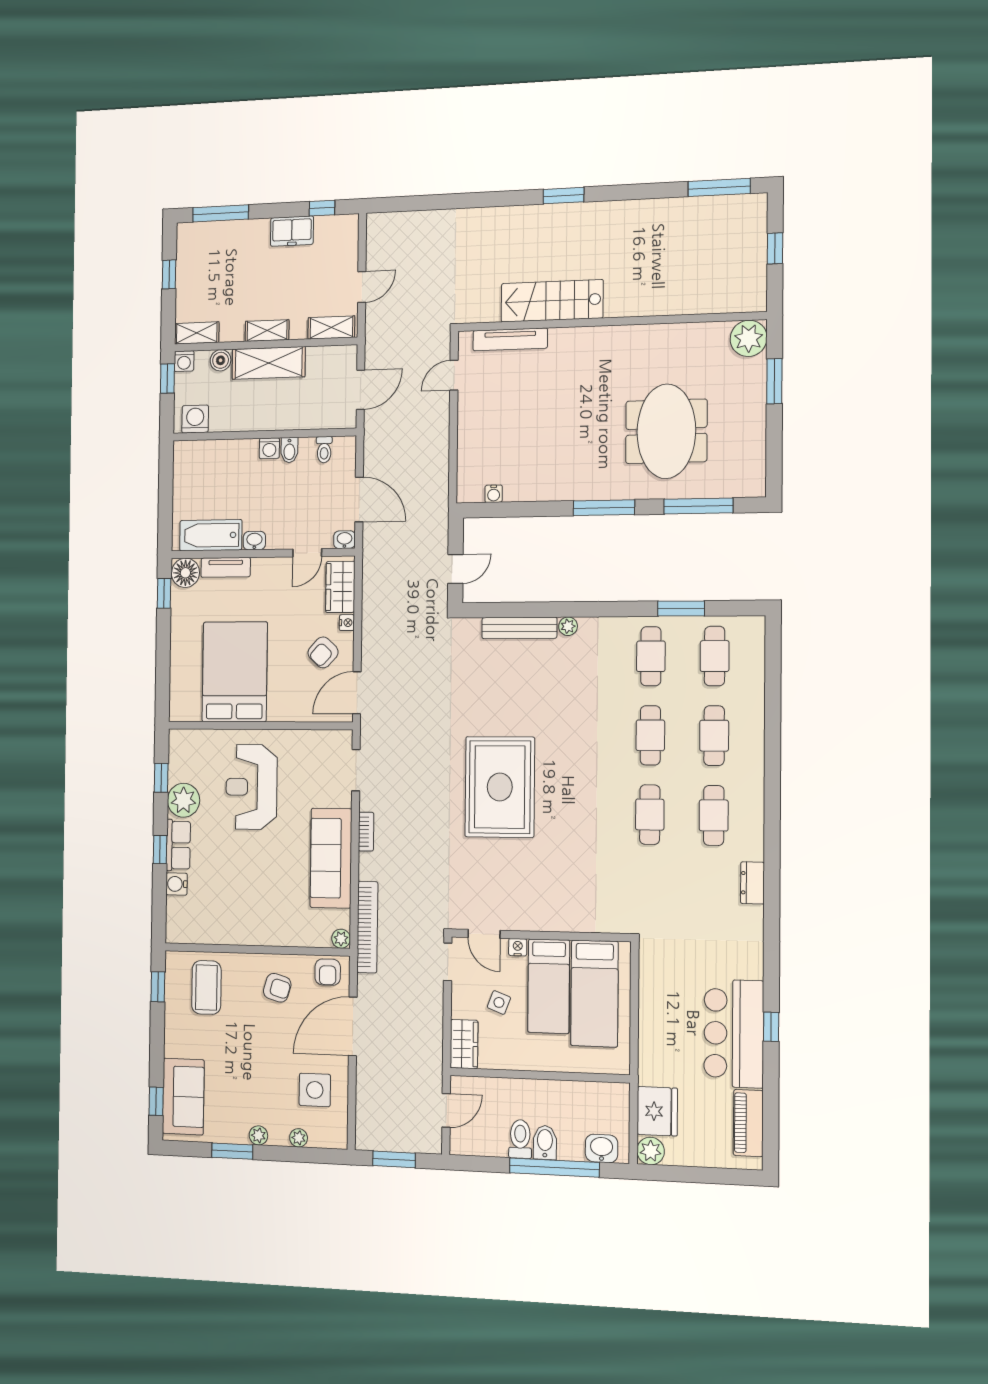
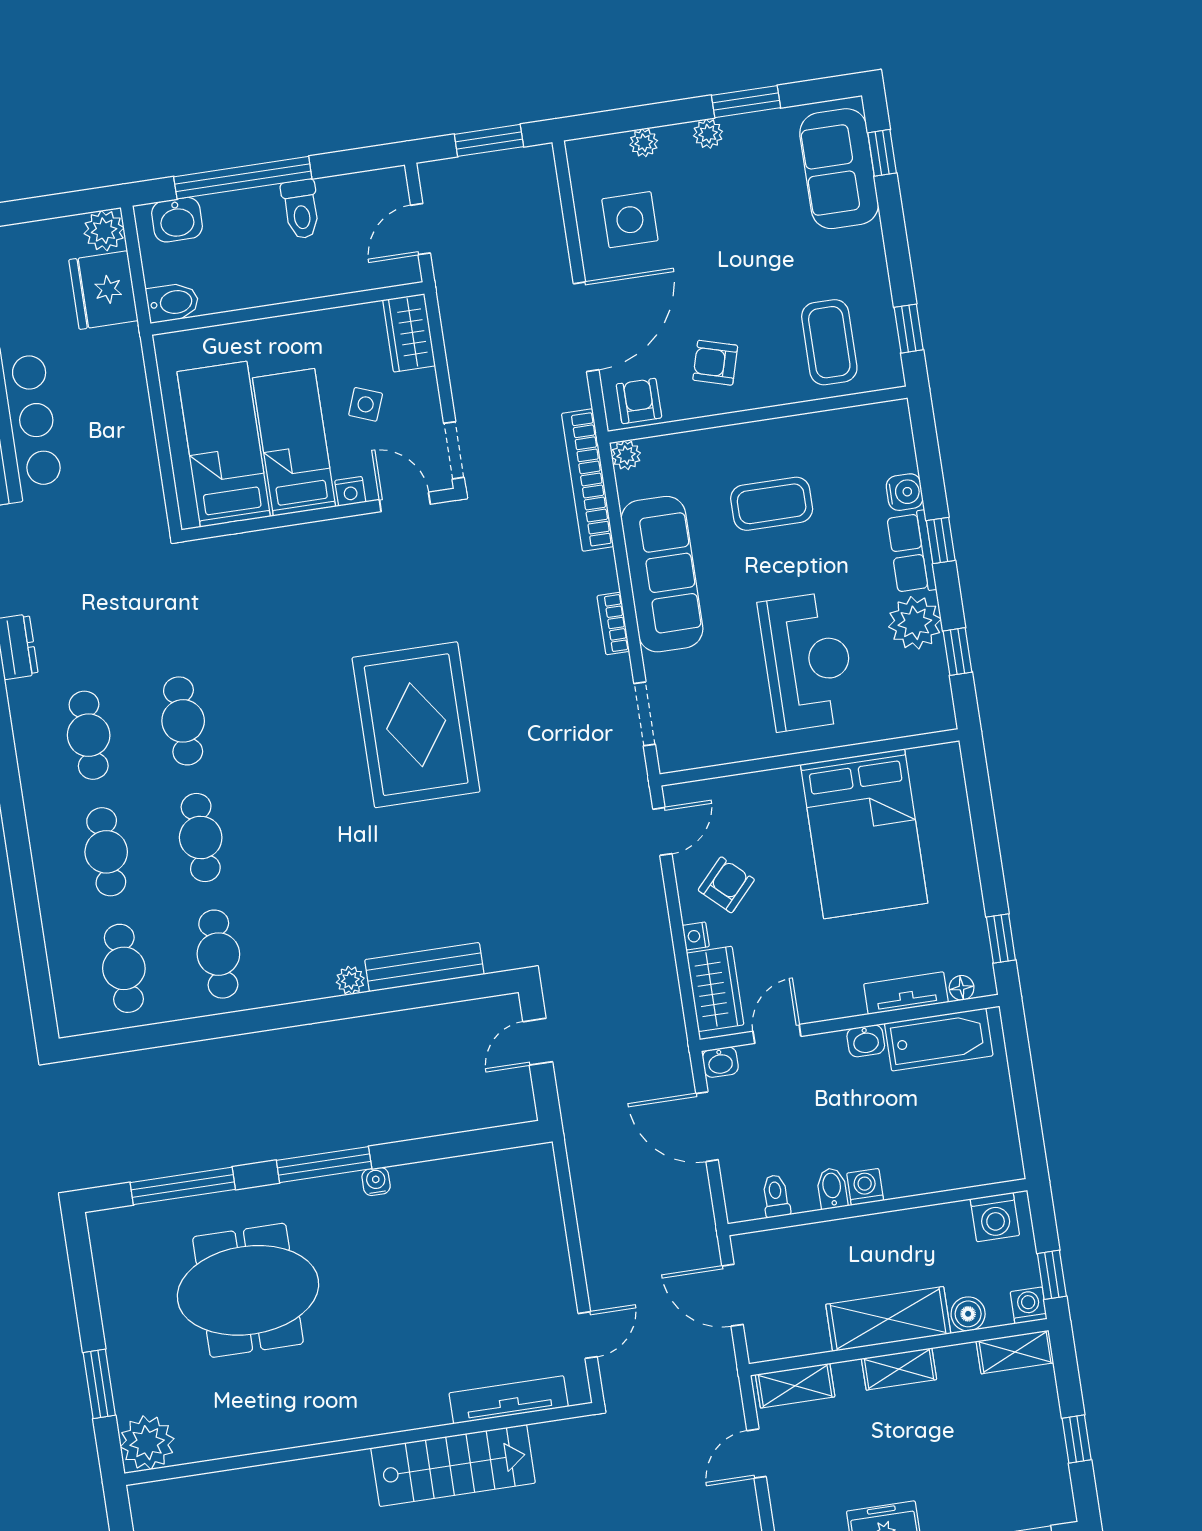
door: (360, 390) -> (733, 1295), hinge flipped
meeting table: (666, 431) -> (248, 1290), turned 90
water cooler: (494, 494) -> (376, 1181), moved
floor lamp: (185, 573) -> (962, 988), width x0.53, depth x0.53
window: (681, 609) -> (185, 1031), removed
door: (357, 693) -> (662, 831), width x0.73
coffee table: (257, 891) -> (772, 504), added
bidet: (545, 1142) -> (173, 303), moved, turned -90

